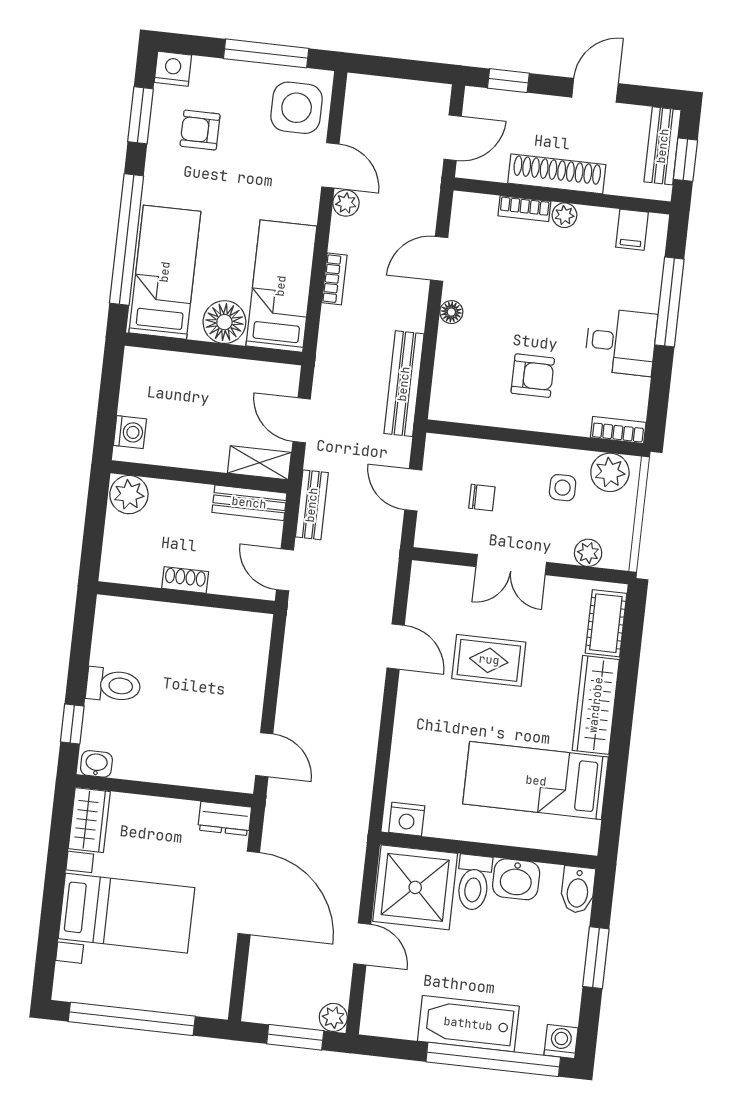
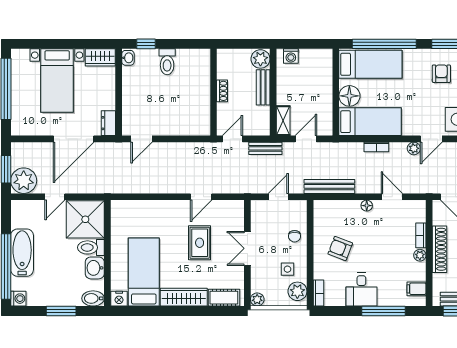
armchair: (533, 376) -> (340, 249), turned 111
chair: (482, 498) -> (295, 236), moved
bench: (249, 503) -> (263, 87), moved
plant: (588, 553) -> (257, 299), moved
nightstand: (407, 819) -> (119, 299), moved, turned -90
plant: (333, 1017) -> (24, 181), width x1.87, depth x1.87

